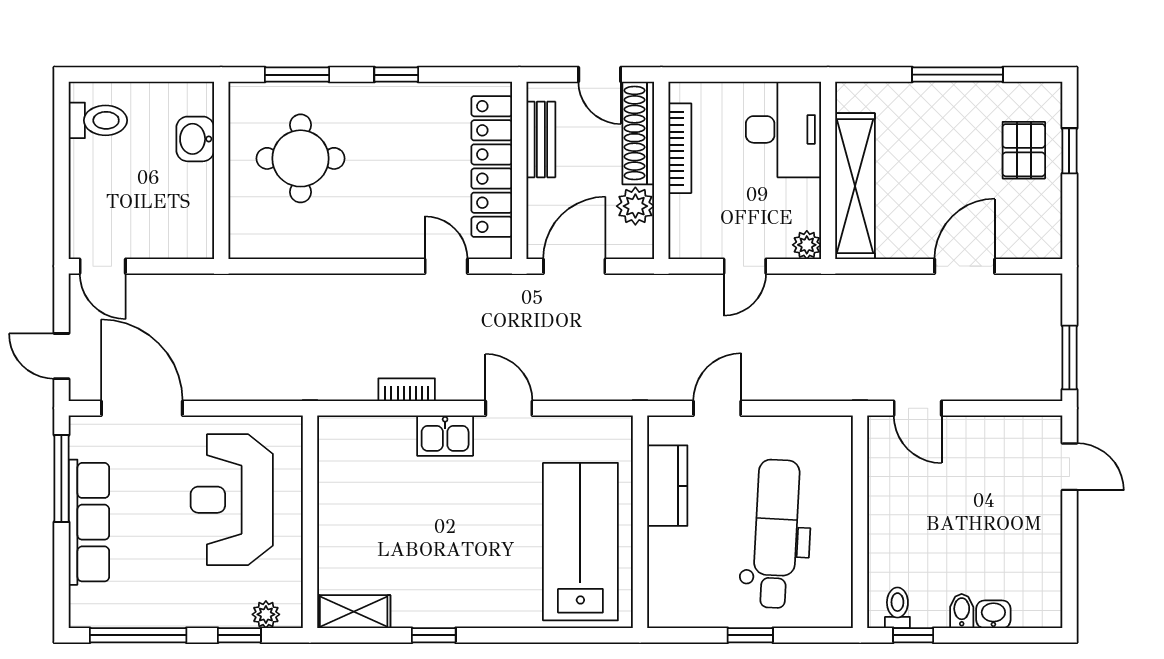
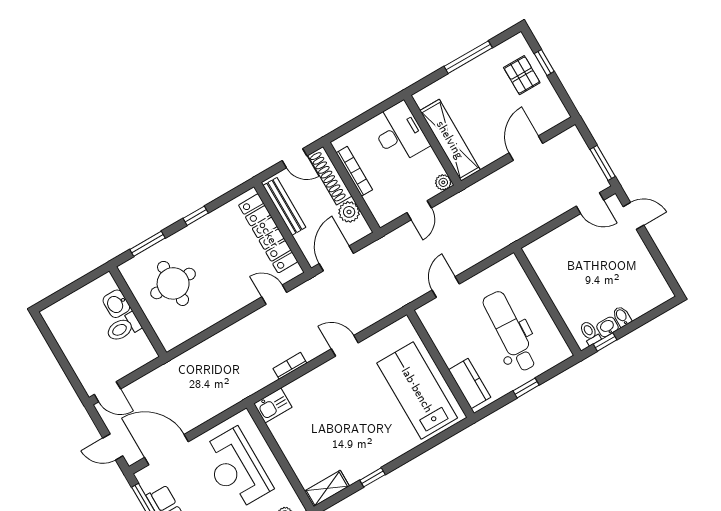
toilet: (98, 120) -> (123, 328), moved, turned 180
bench: (541, 140) -> (284, 206), width x1.36
door: (918, 408) -> (590, 203), moved
kitchen sink: (445, 436) -> (273, 405), moved
kitchen counter: (667, 486) -> (470, 383), moved
washbasin: (993, 614) -> (607, 327), moved

